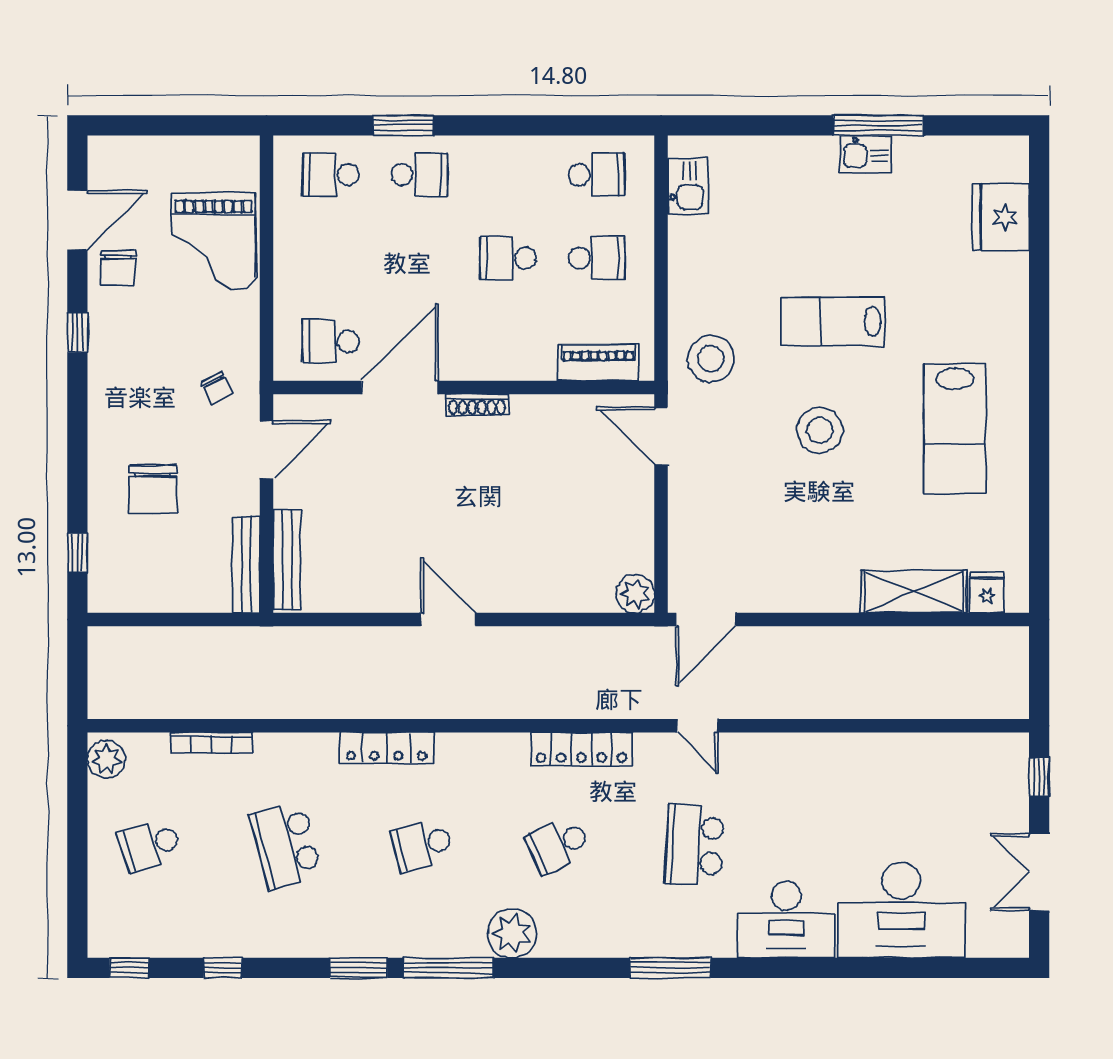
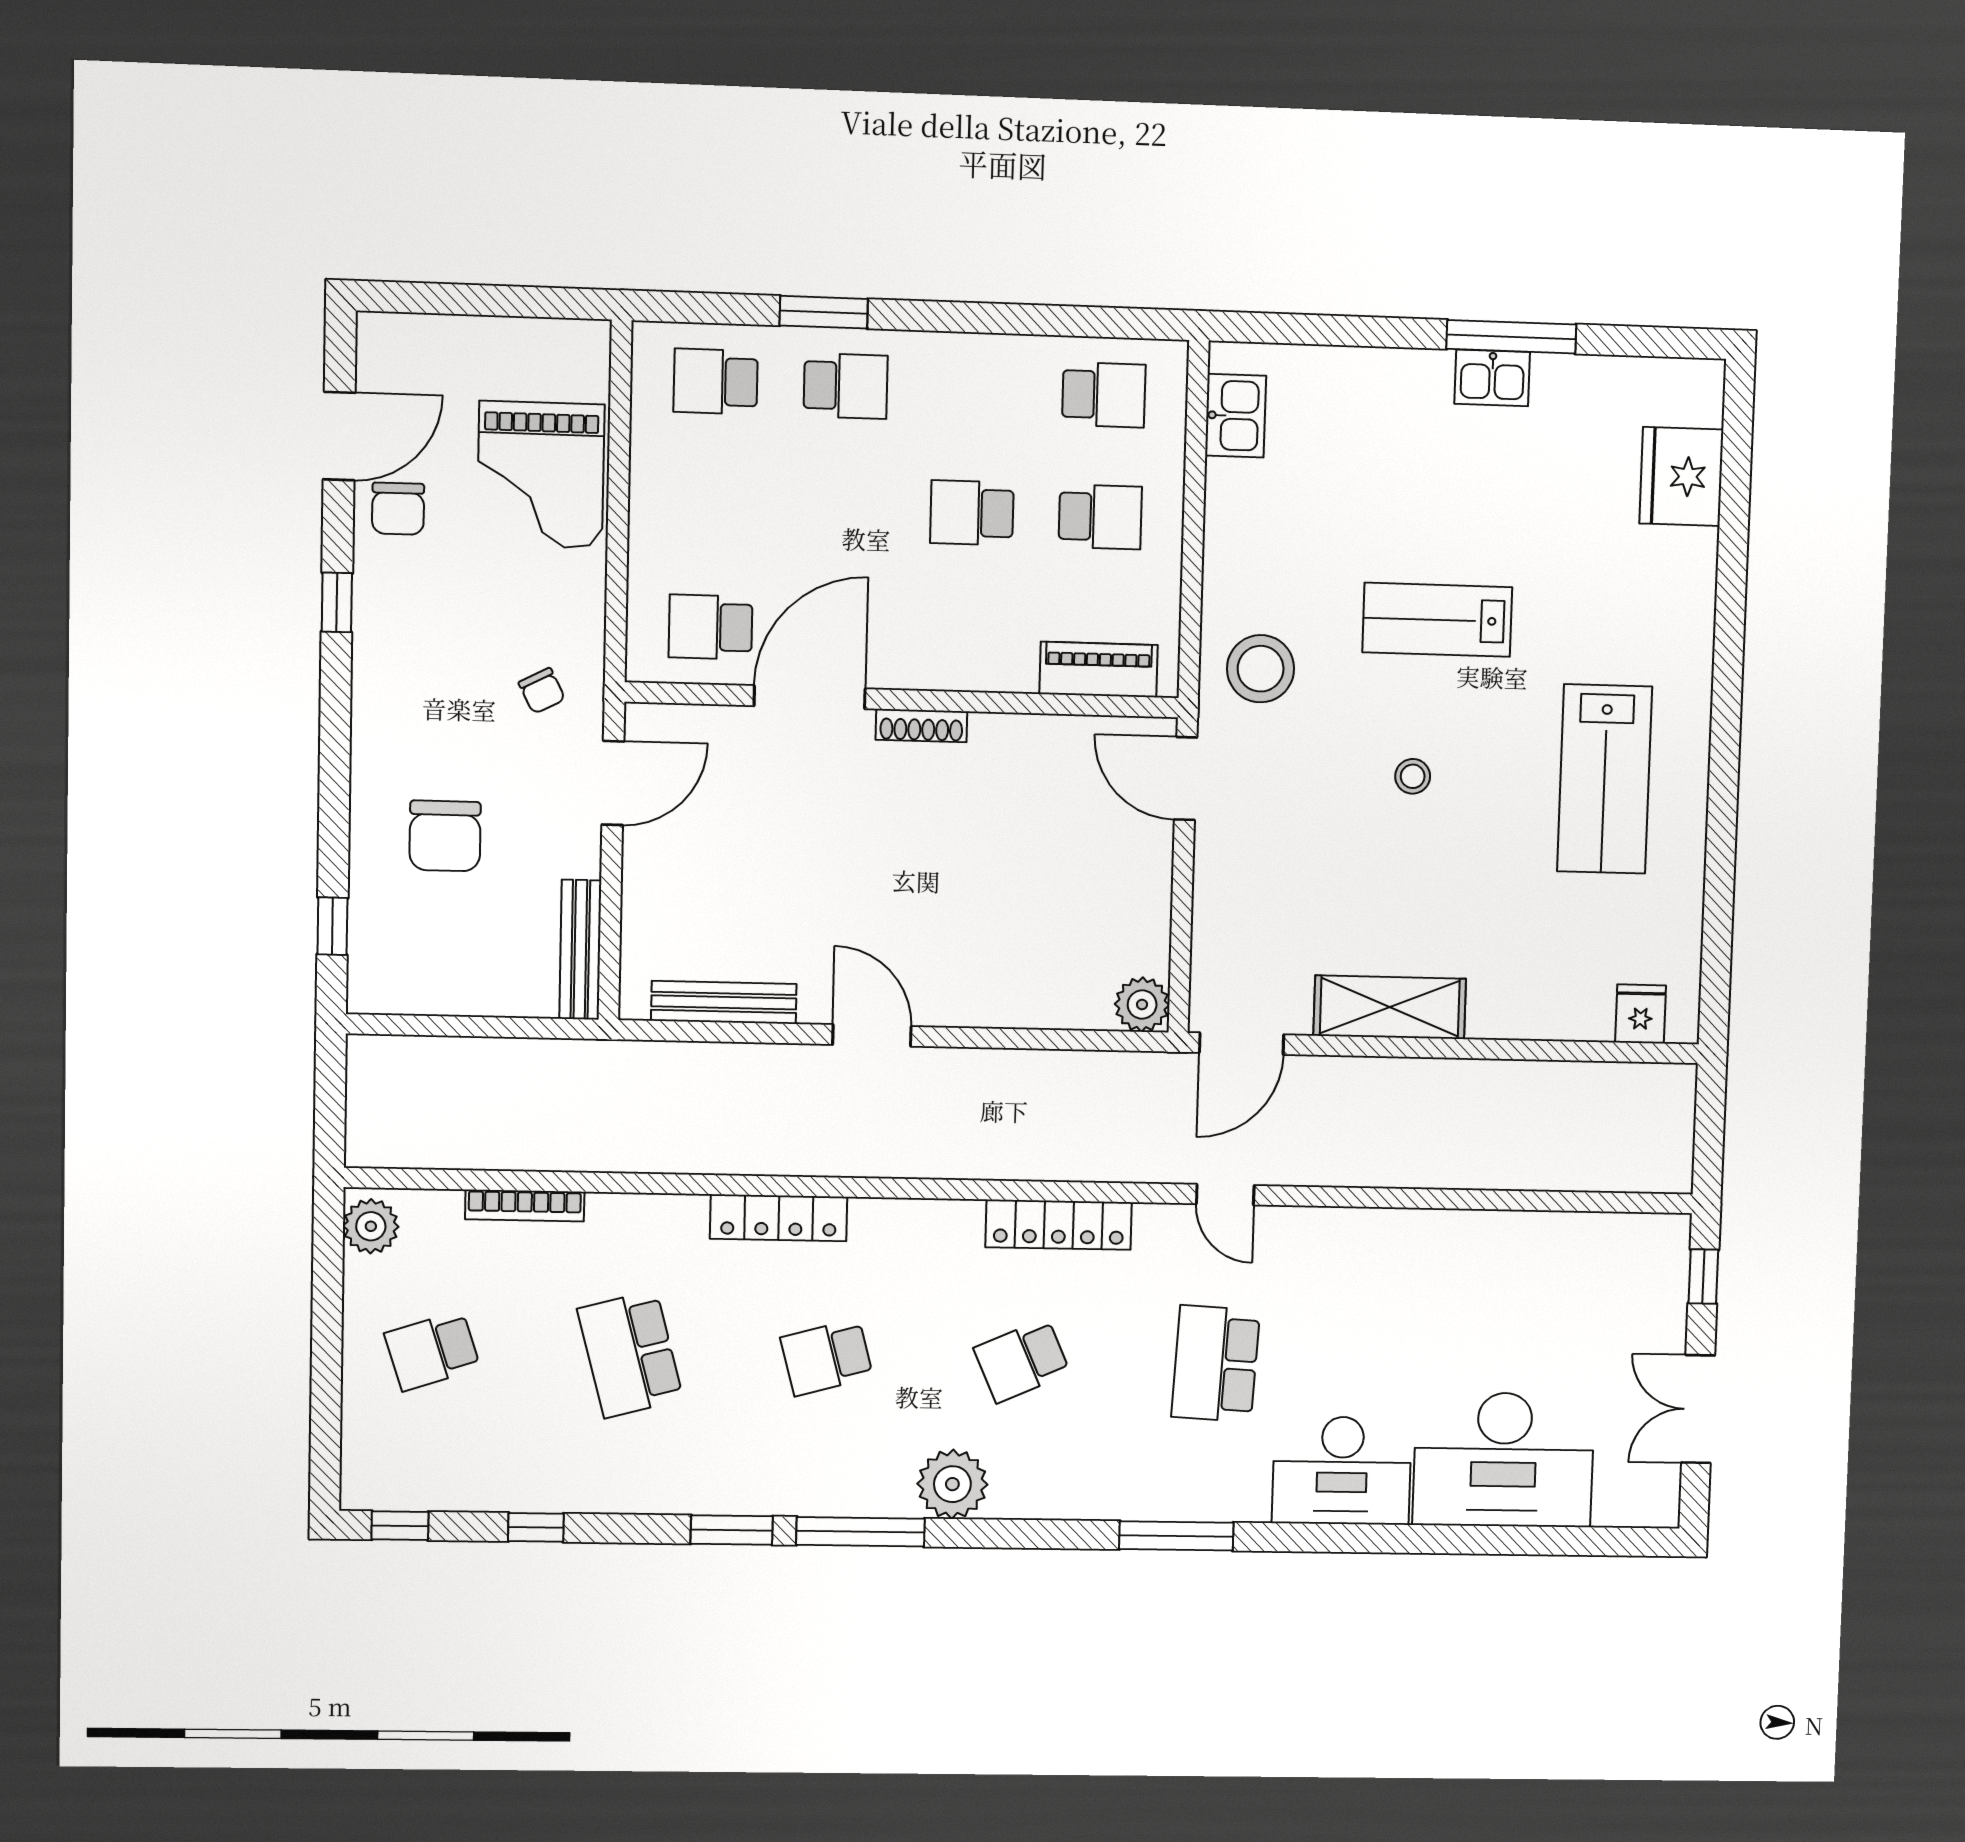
stool: (820, 430) -> (1413, 776), width x0.53, depth x0.53
bench: (287, 560) -> (724, 1002), moved, turned 90
shelving: (914, 592) -> (1390, 1007), moved

